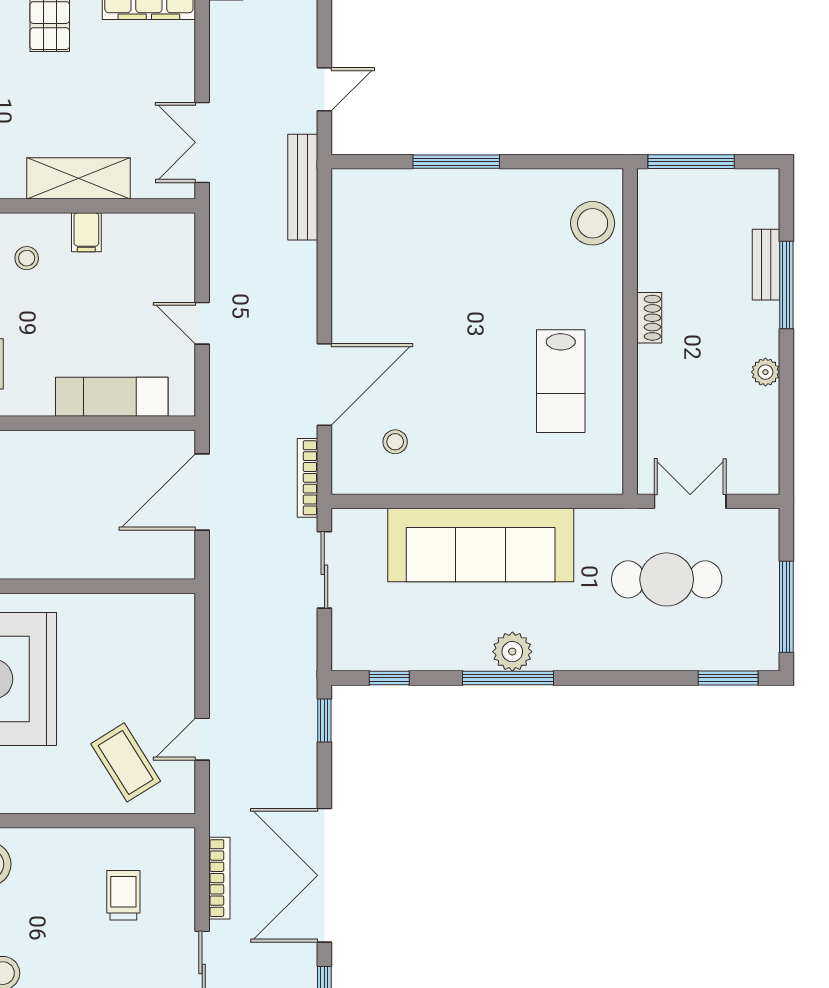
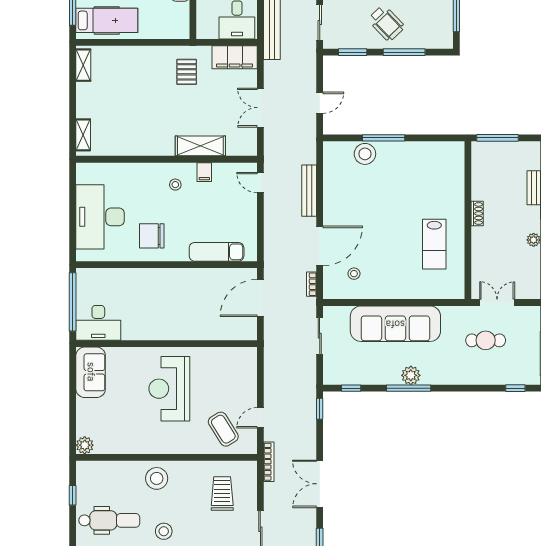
double door: (202, 142) -> (260, 108), moved
bench: (303, 187) -> (309, 191), moved
stool: (593, 223) -> (365, 154), moved
door: (202, 323) -> (260, 183), moved
bookcase: (307, 478) -> (311, 284), width x0.64
cafe table: (667, 579) -> (486, 340), width x0.73, depth x0.74
window: (728, 678) -> (515, 388), width x0.67
double door: (324, 875) -> (320, 484), width x0.73
bookcase: (219, 878) -> (269, 462), moved
trolley: (123, 895) -> (222, 493), width x1.36, depth x1.39

